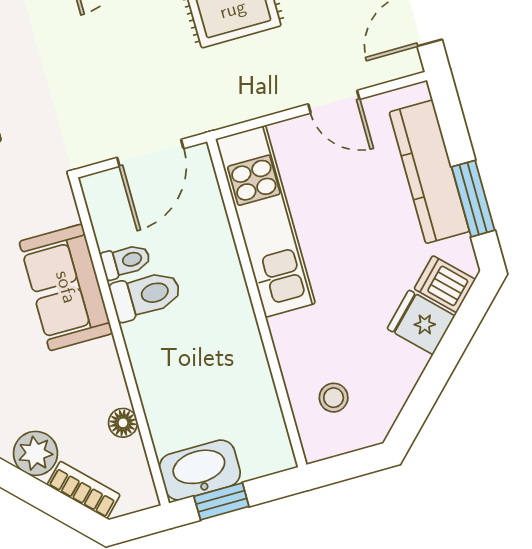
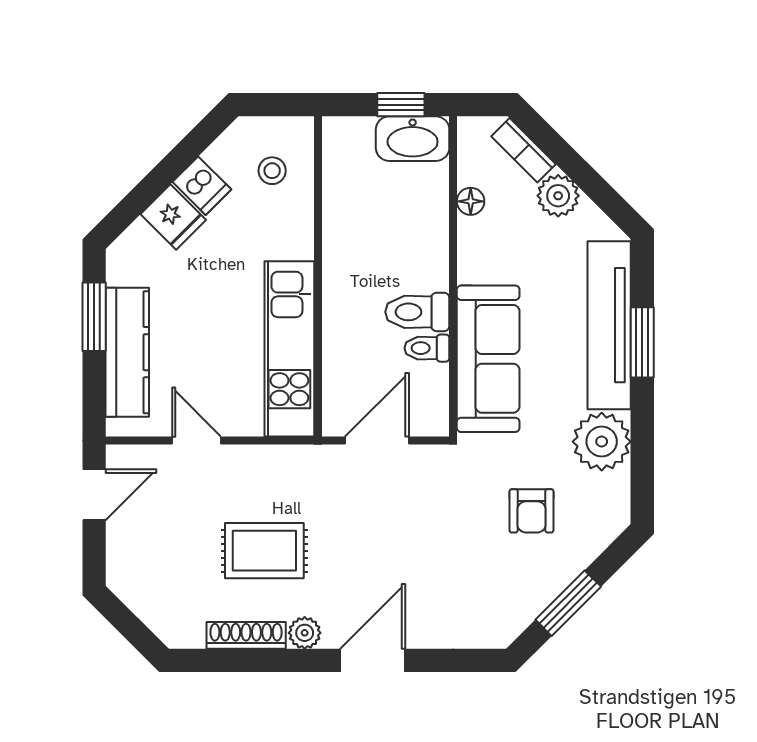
dishwasher: (445, 284) -> (202, 186), moved
sofa: (66, 287) -> (488, 359), width x1.36

